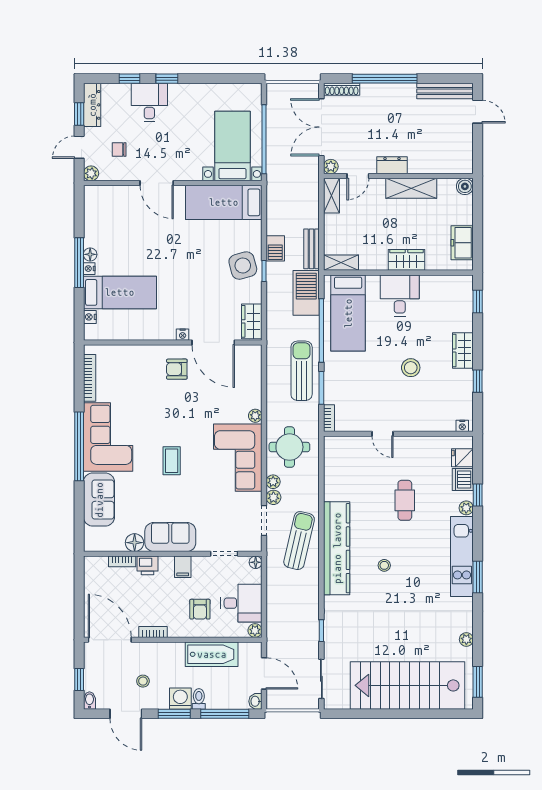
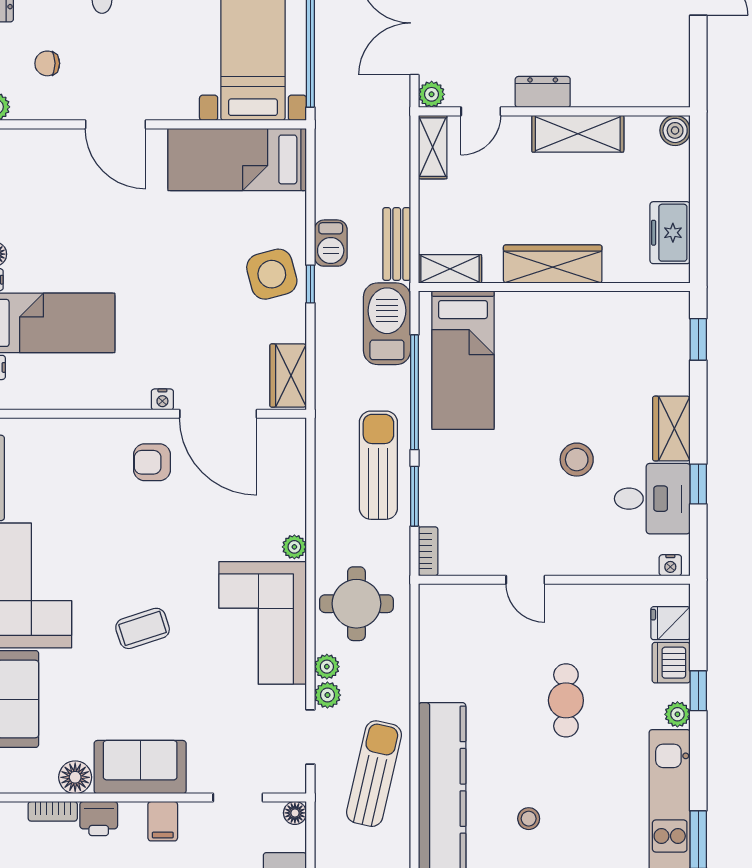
wardrobe: (407, 260) -> (553, 264), width x1.50
desk: (400, 296) -> (652, 499), moved, turned 90
coffee table: (172, 461) -> (143, 628), turned 72

